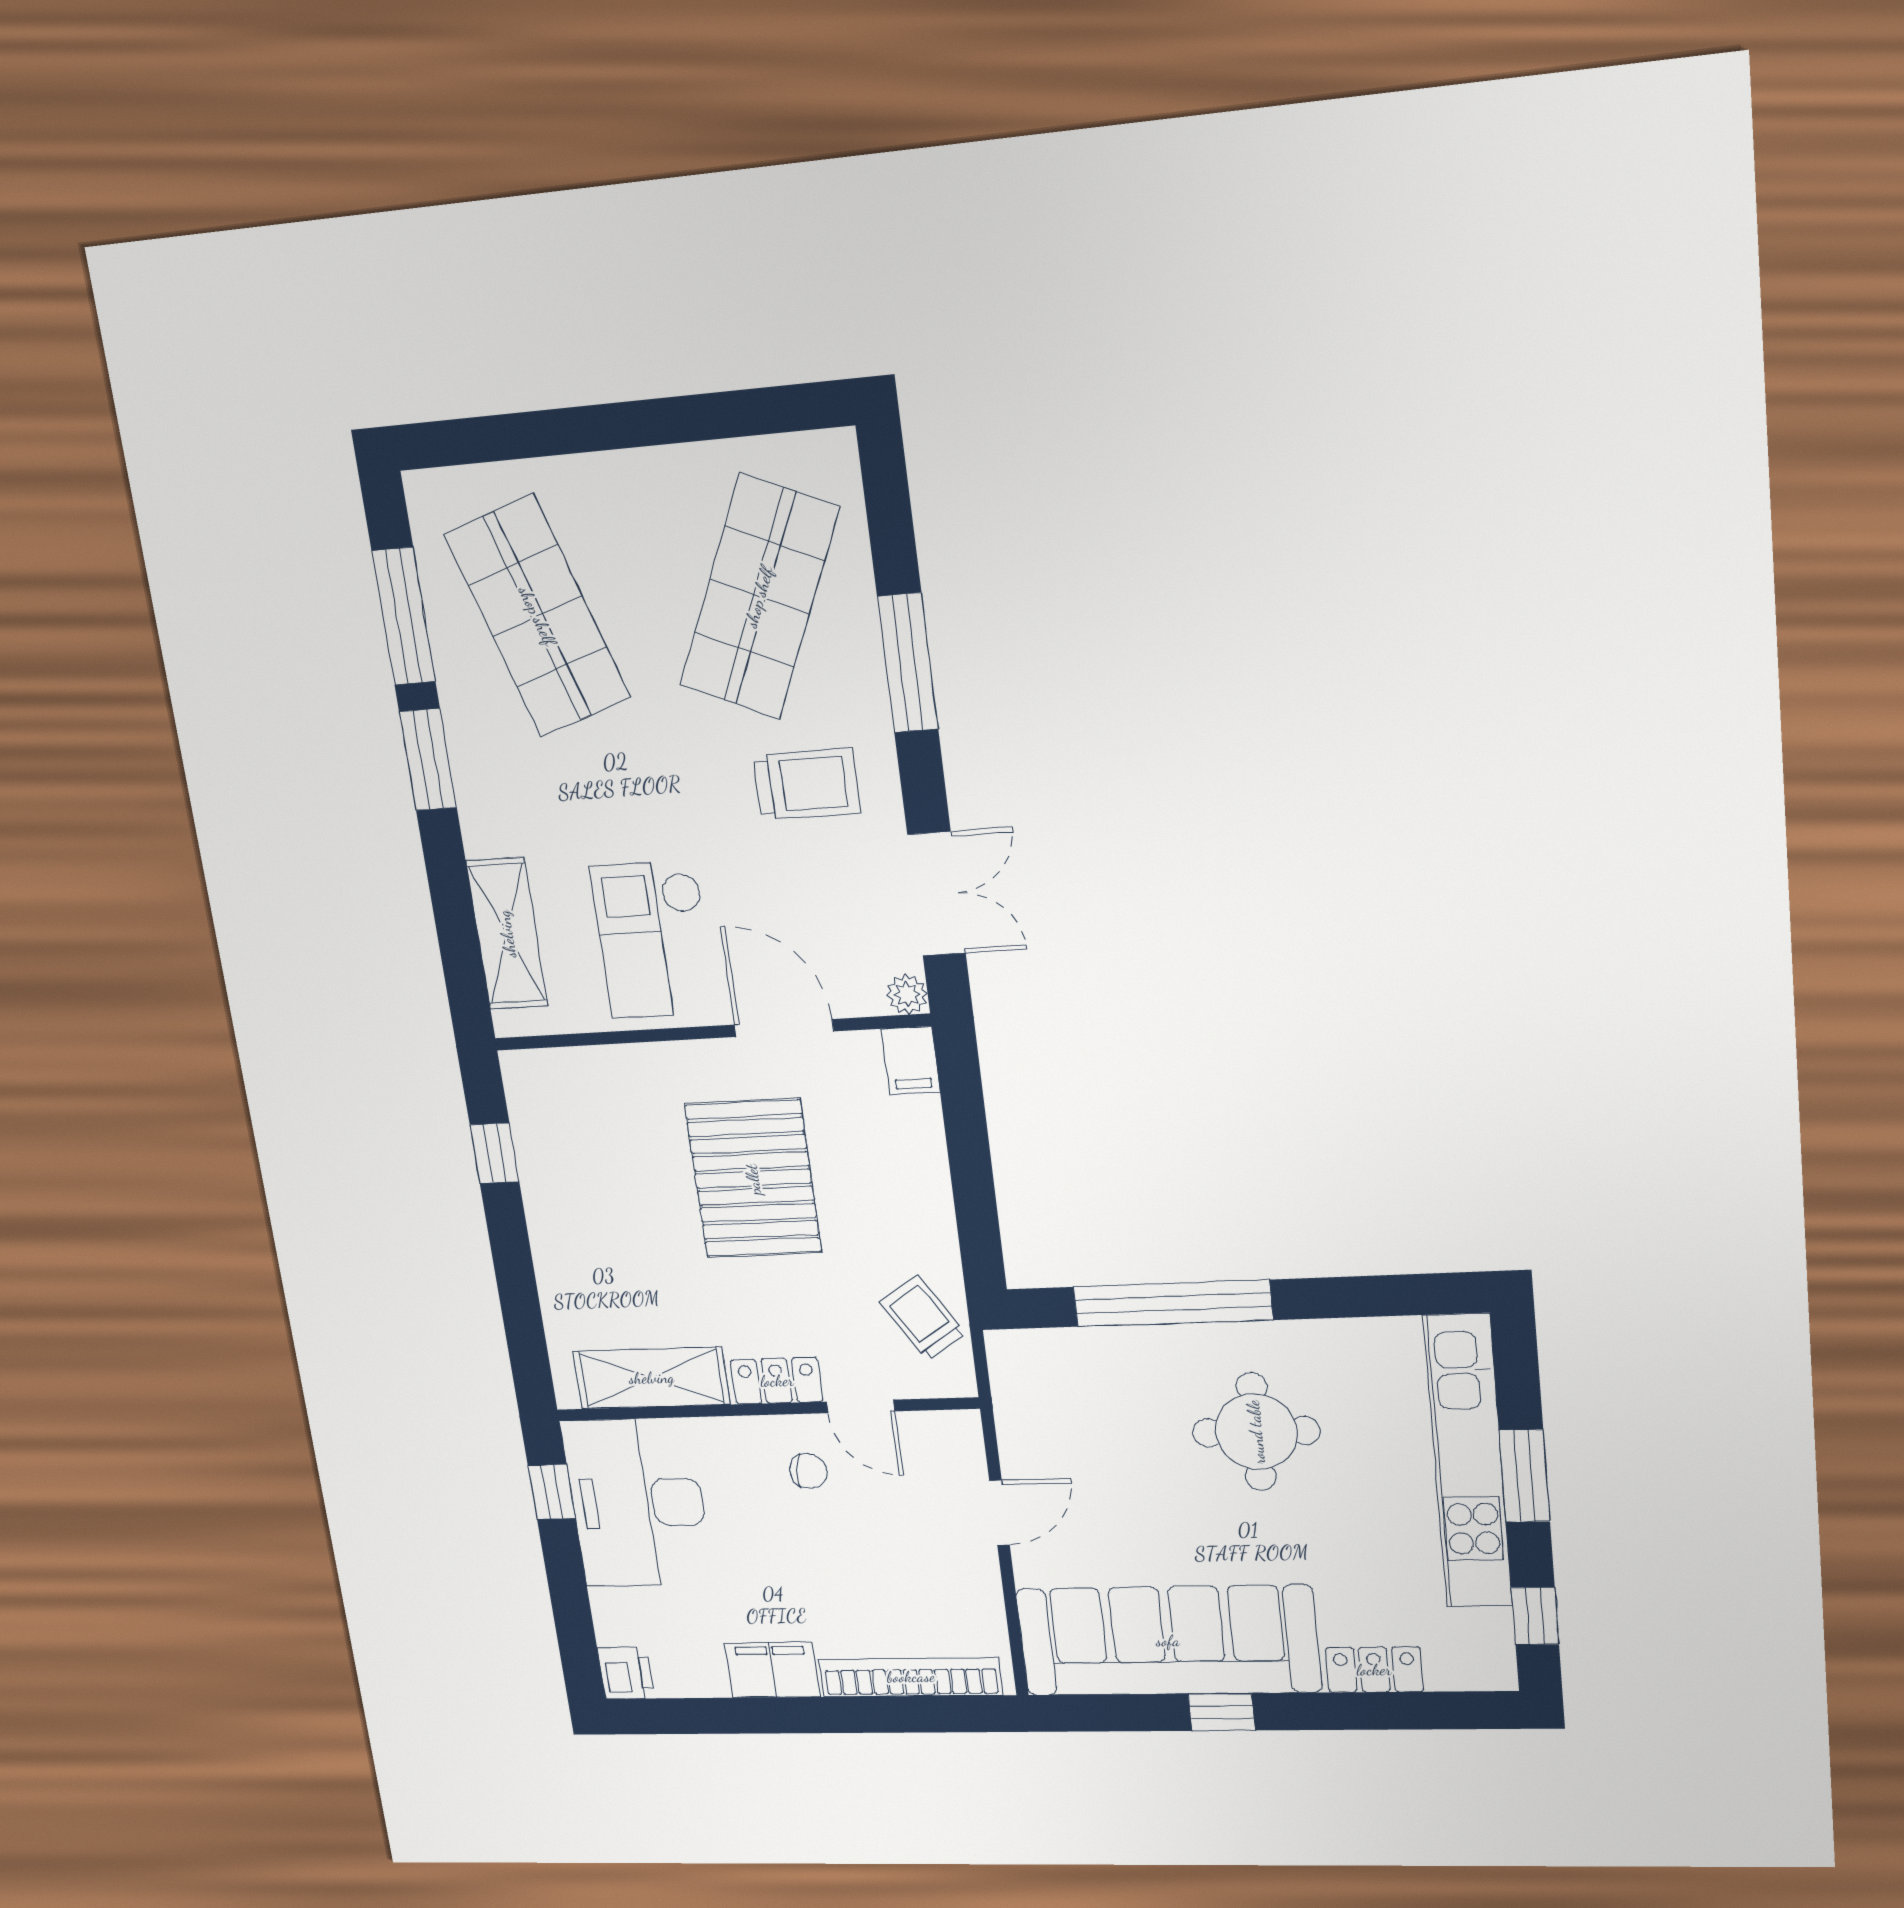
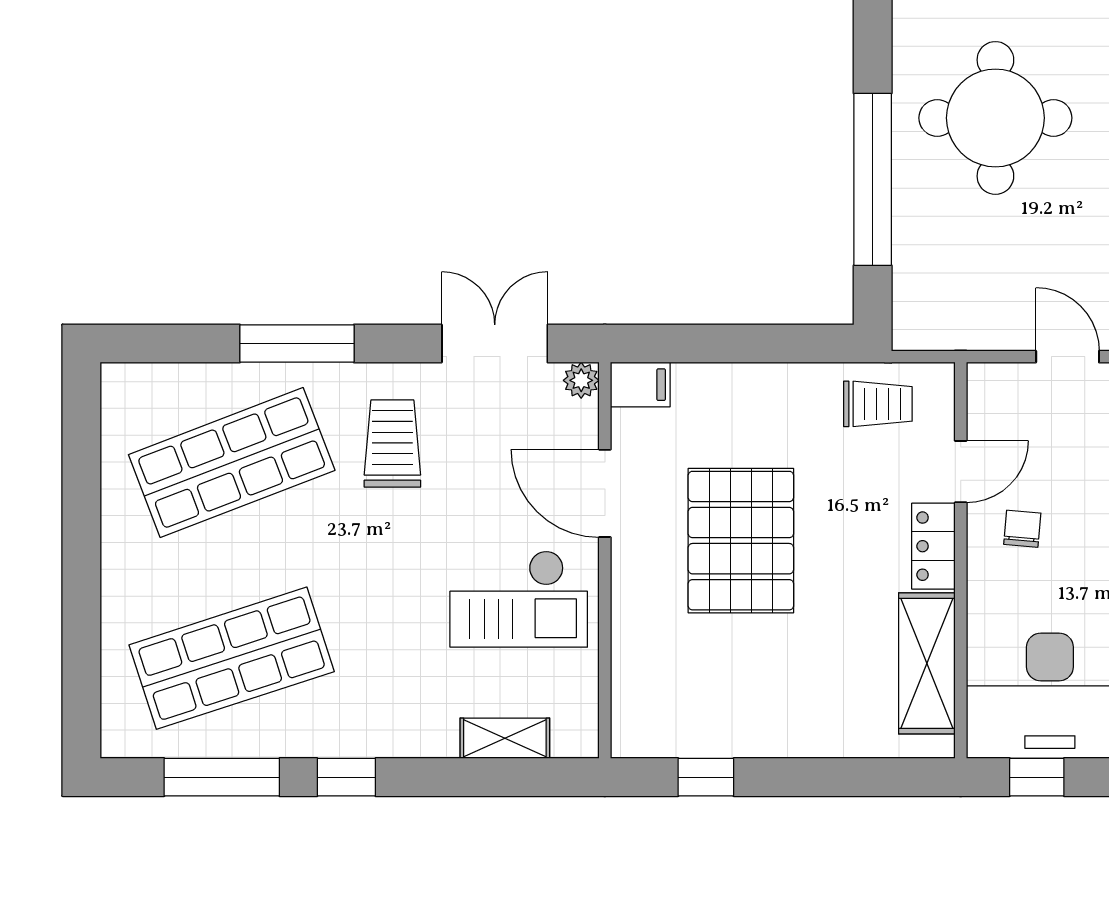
shop shelf: (759, 597) -> (232, 462), turned -45
window: (428, 760) -> (346, 777), width x0.67
shelving: (507, 934) -> (505, 738), width x0.67, depth x0.75
door: (784, 1028) -> (605, 493), hinge flipped
pallet: (753, 1179) -> (741, 541), turned 90
trolley: (923, 1318) -> (878, 404), turned -147
round table: (1256, 1432) -> (995, 118), width x1.36, depth x1.36

